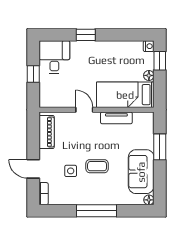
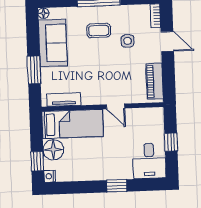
floor lamp: (149, 75) -> (53, 150), width x1.89, depth x1.89
tv unit: (116, 118) -> (64, 100), moved
coffee table: (97, 166) -> (99, 31), moved

